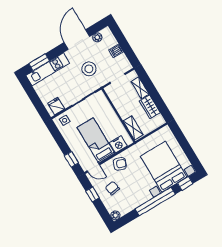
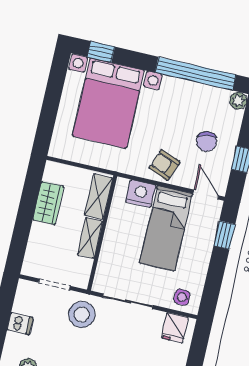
stool: (89, 69) -> (82, 314), moved
shelving: (140, 88) -> (90, 238), moved
window: (155, 202) -> (195, 74), moved

